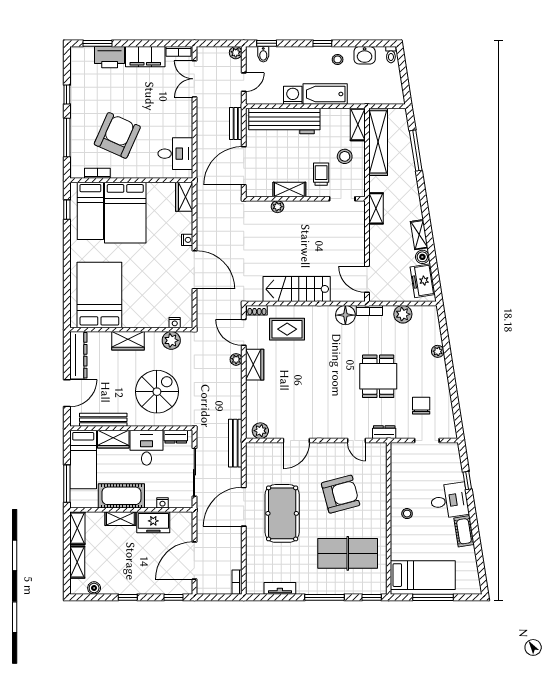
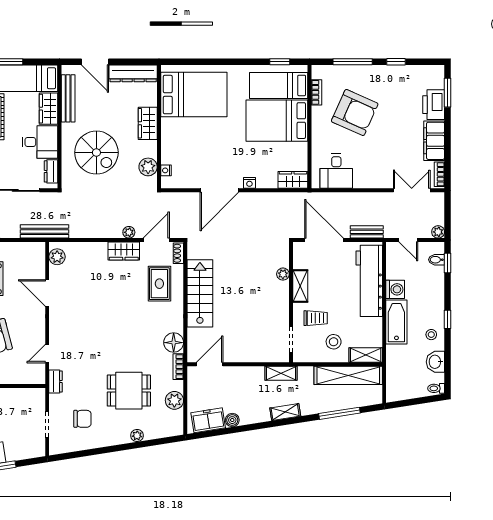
shelving: (419, 235) -> (285, 412), moved
dining table: (378, 376) -> (129, 391), moved

